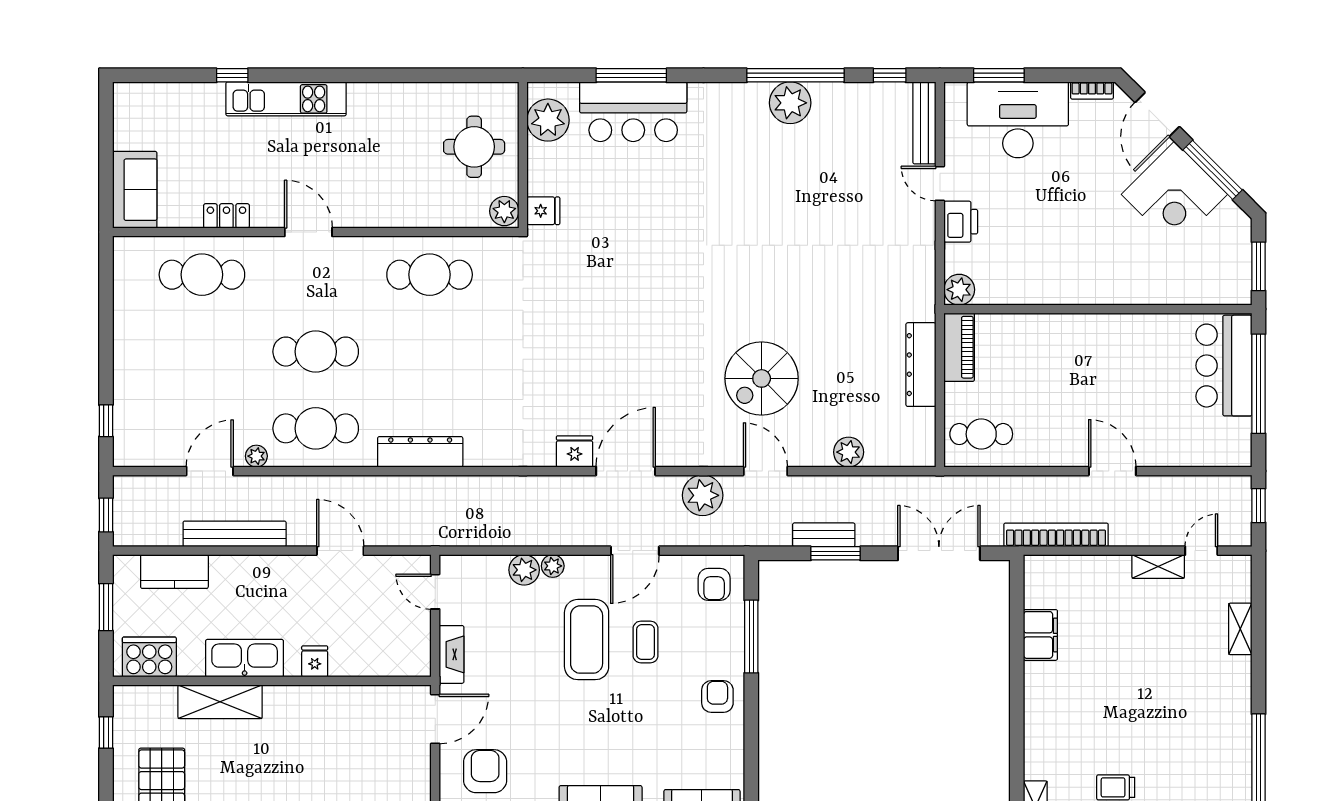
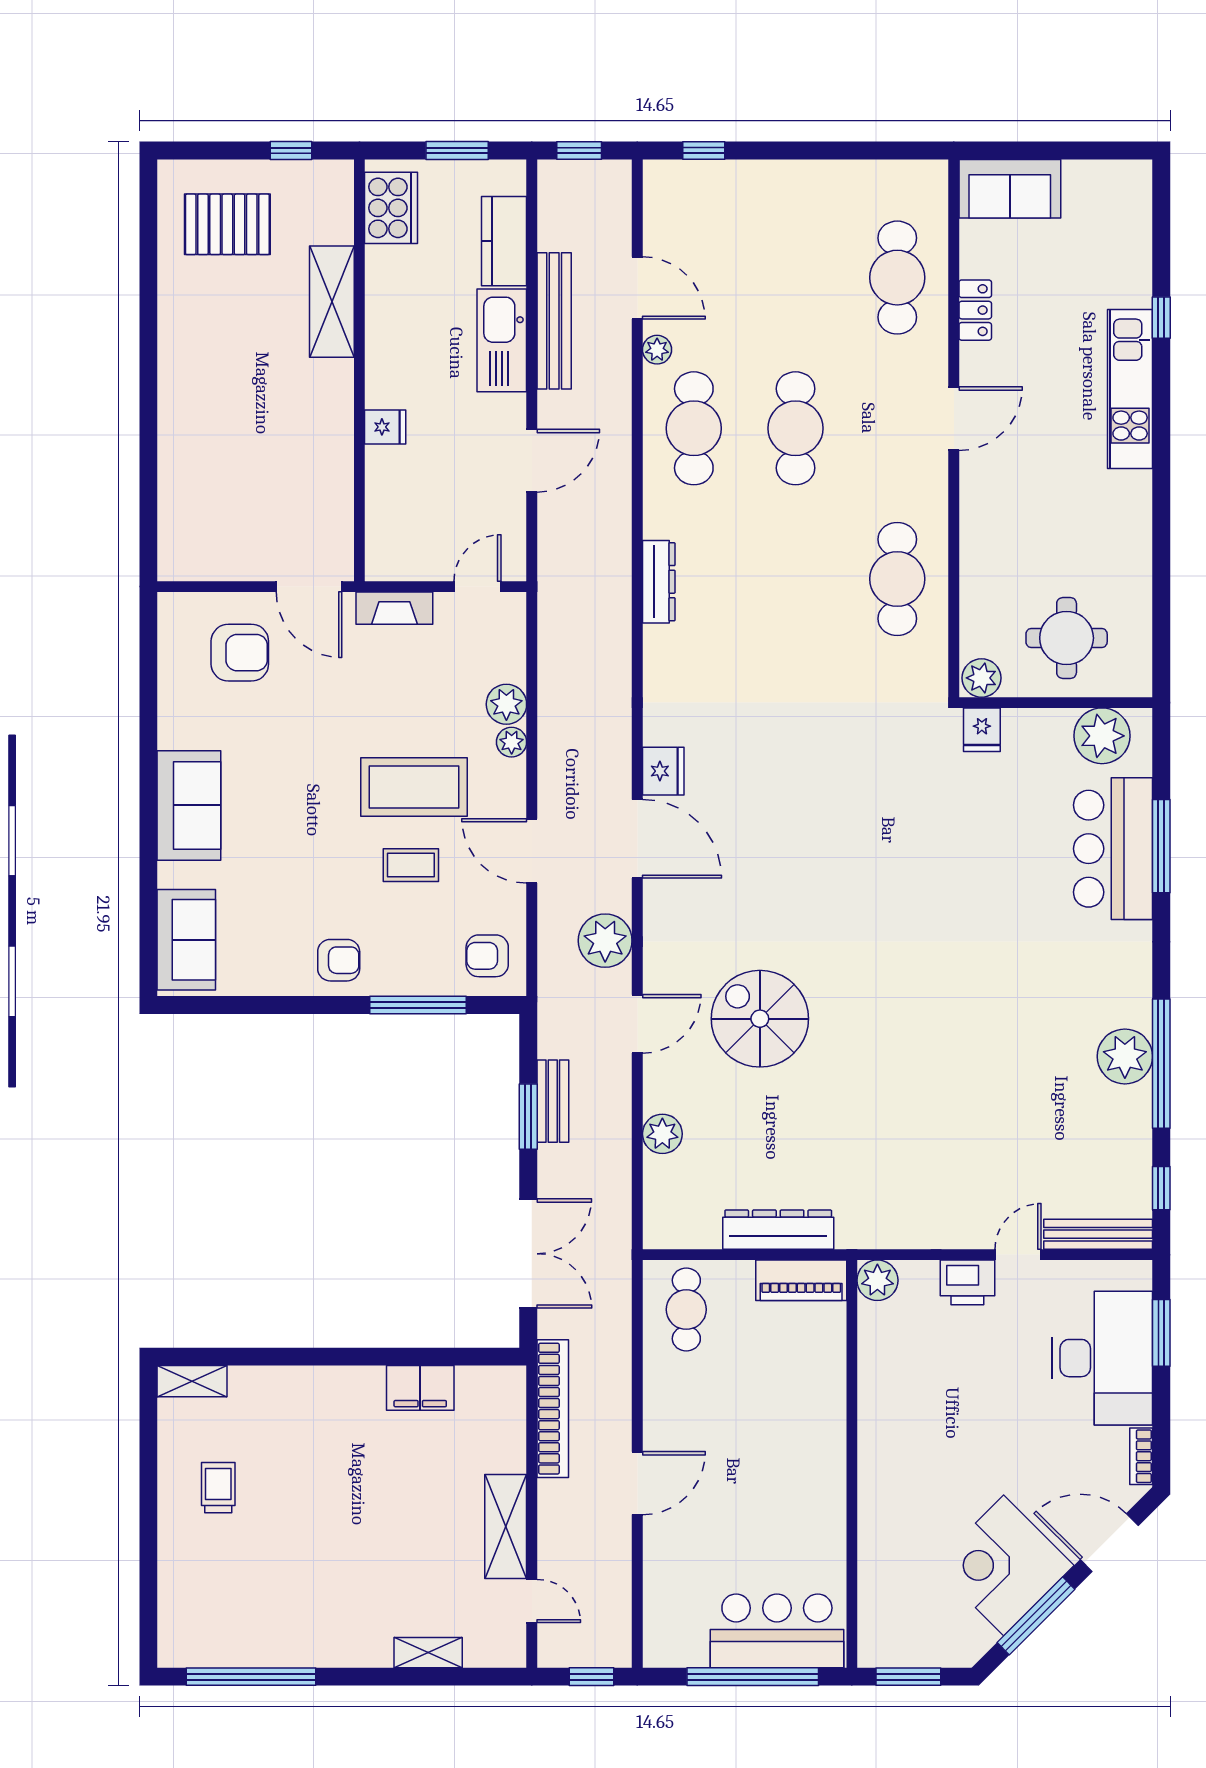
dresser: (420, 452) -> (659, 582), width x0.73, depth x0.80
shelving: (1158, 566) -> (506, 1527), width x1.50, depth x1.33
kitchen sink: (245, 658) -> (502, 340), moved, turned 180

